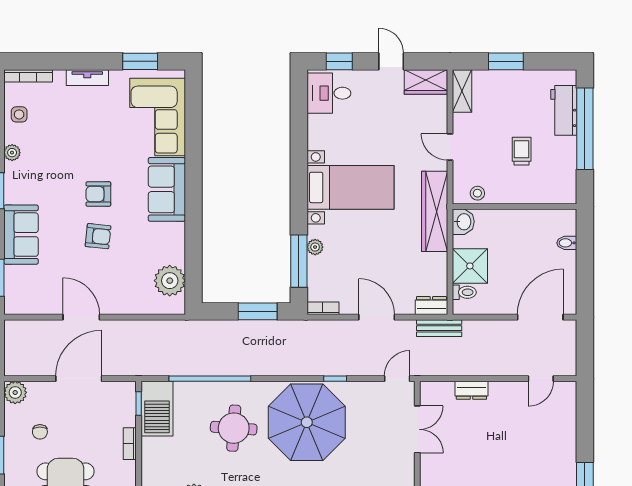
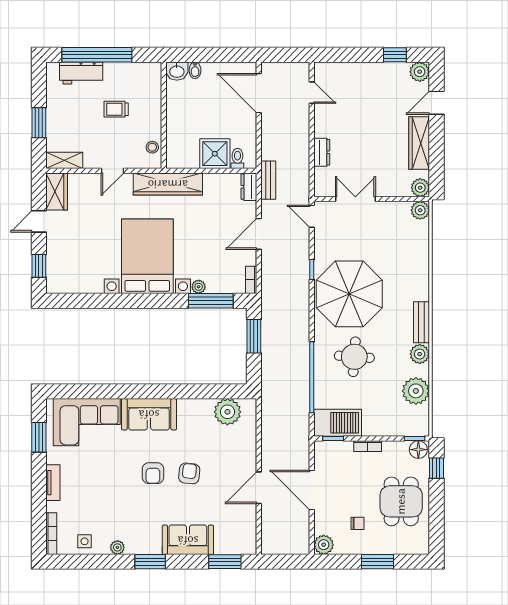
desk: (329, 93) -> (66, 275), removed
bed with nightstands: (350, 187) -> (147, 256), width x1.36
washbasin: (463, 222) -> (177, 71), moved, turned 180

